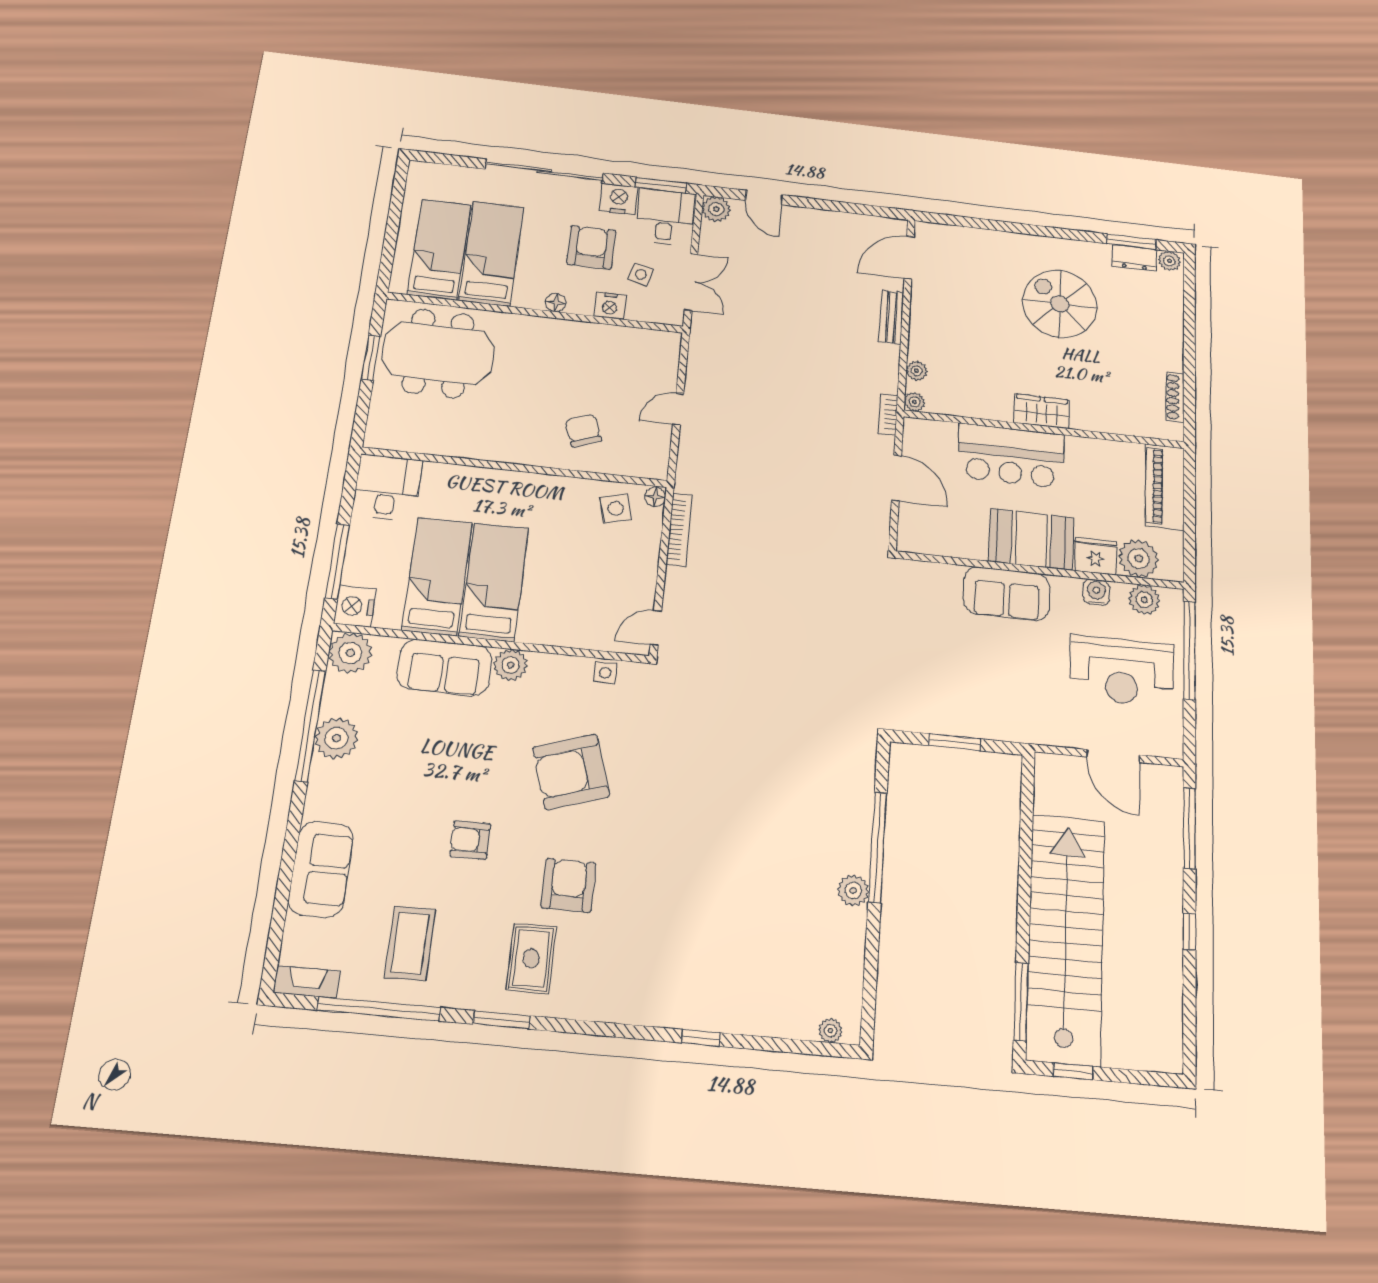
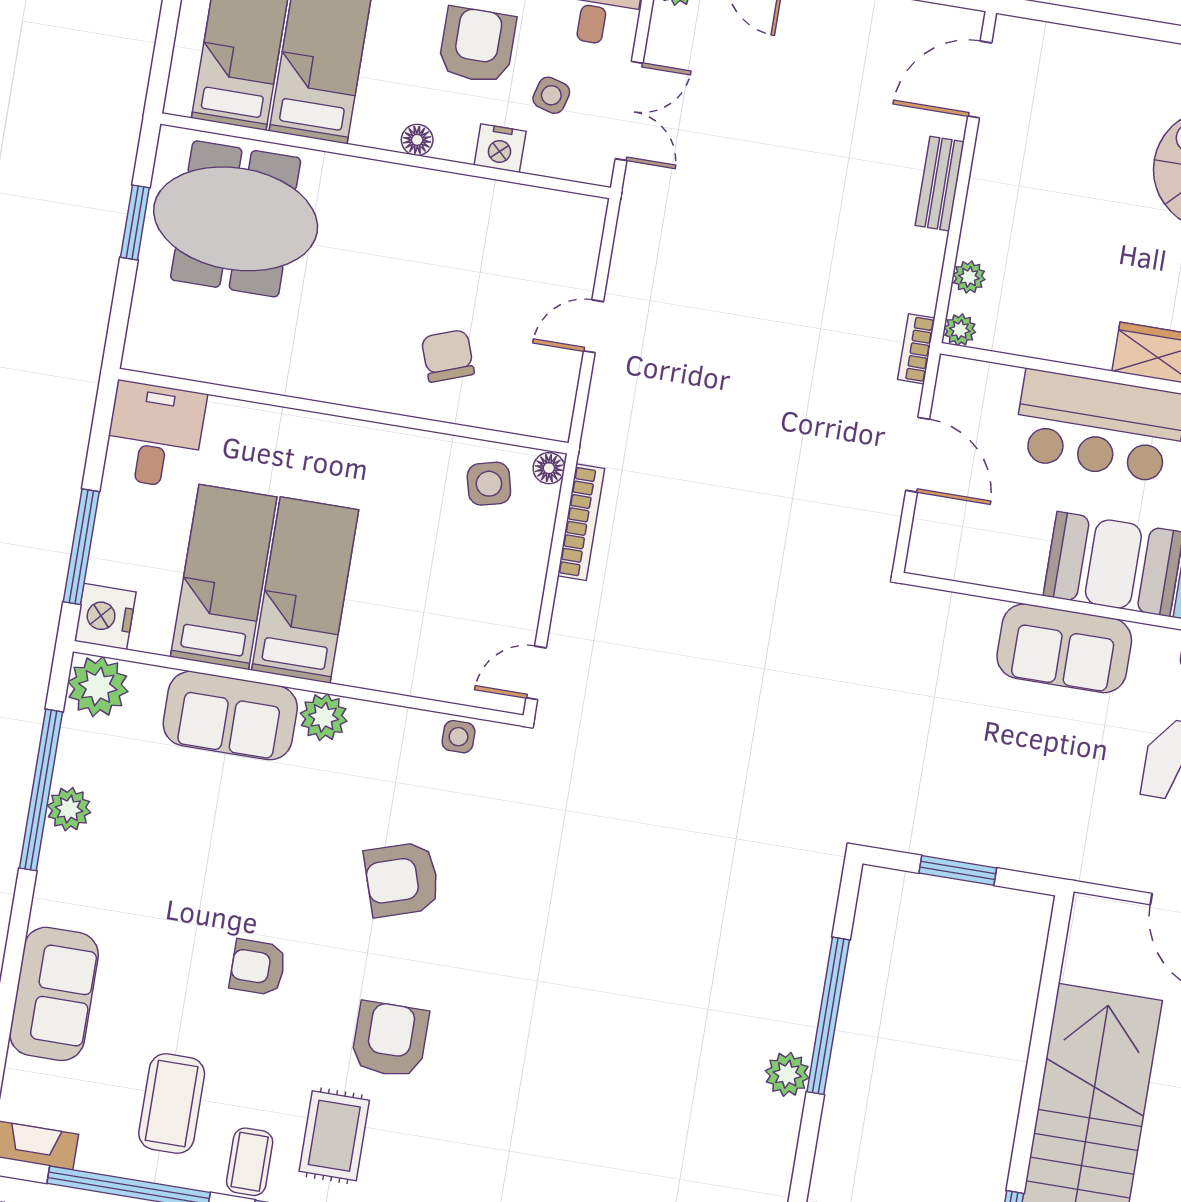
plant: (336, 738) -> (69, 809), width x0.73, depth x0.73
armchair: (571, 772) -> (402, 879), width x0.73, depth x0.73
coffee table: (469, 982) -> (250, 1162), added

